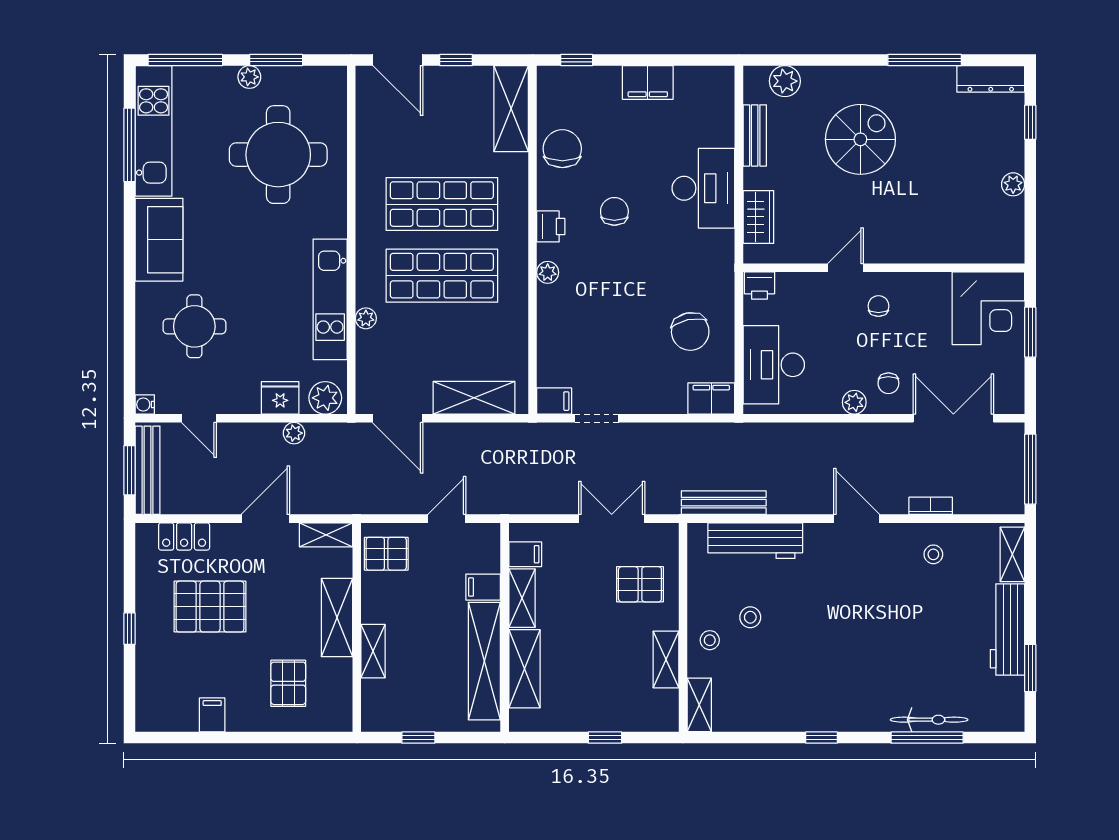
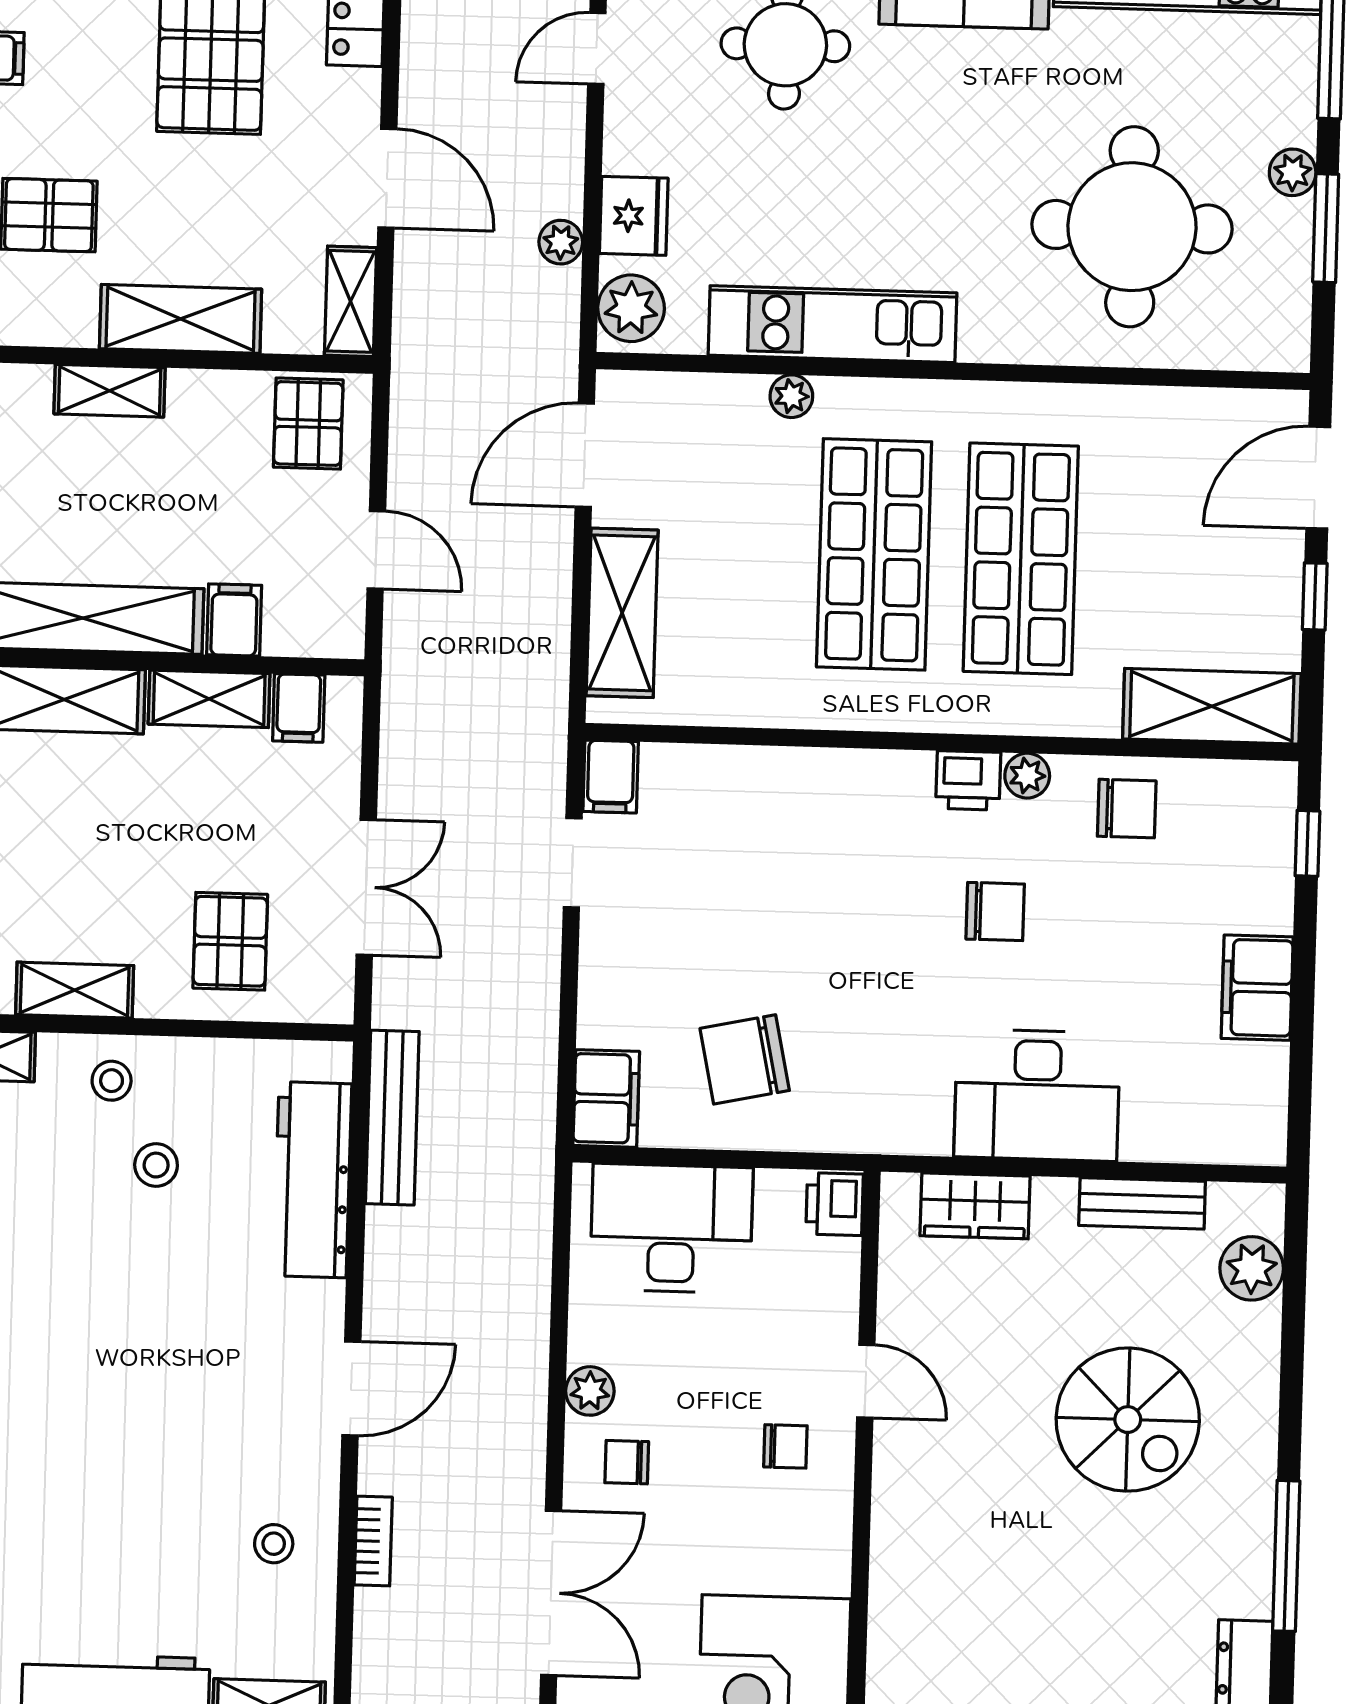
chair: (562, 149) -> (1127, 809), width x0.73, depth x0.73
plant: (548, 272) -> (1027, 776), moved

